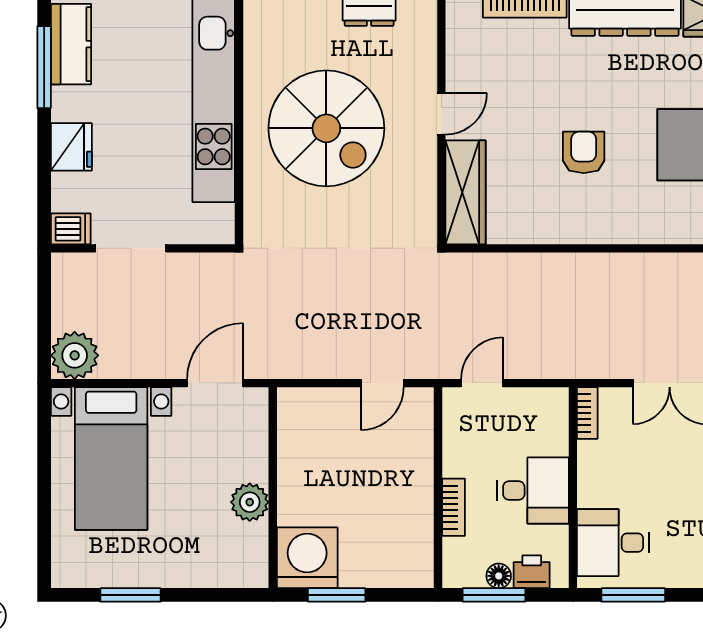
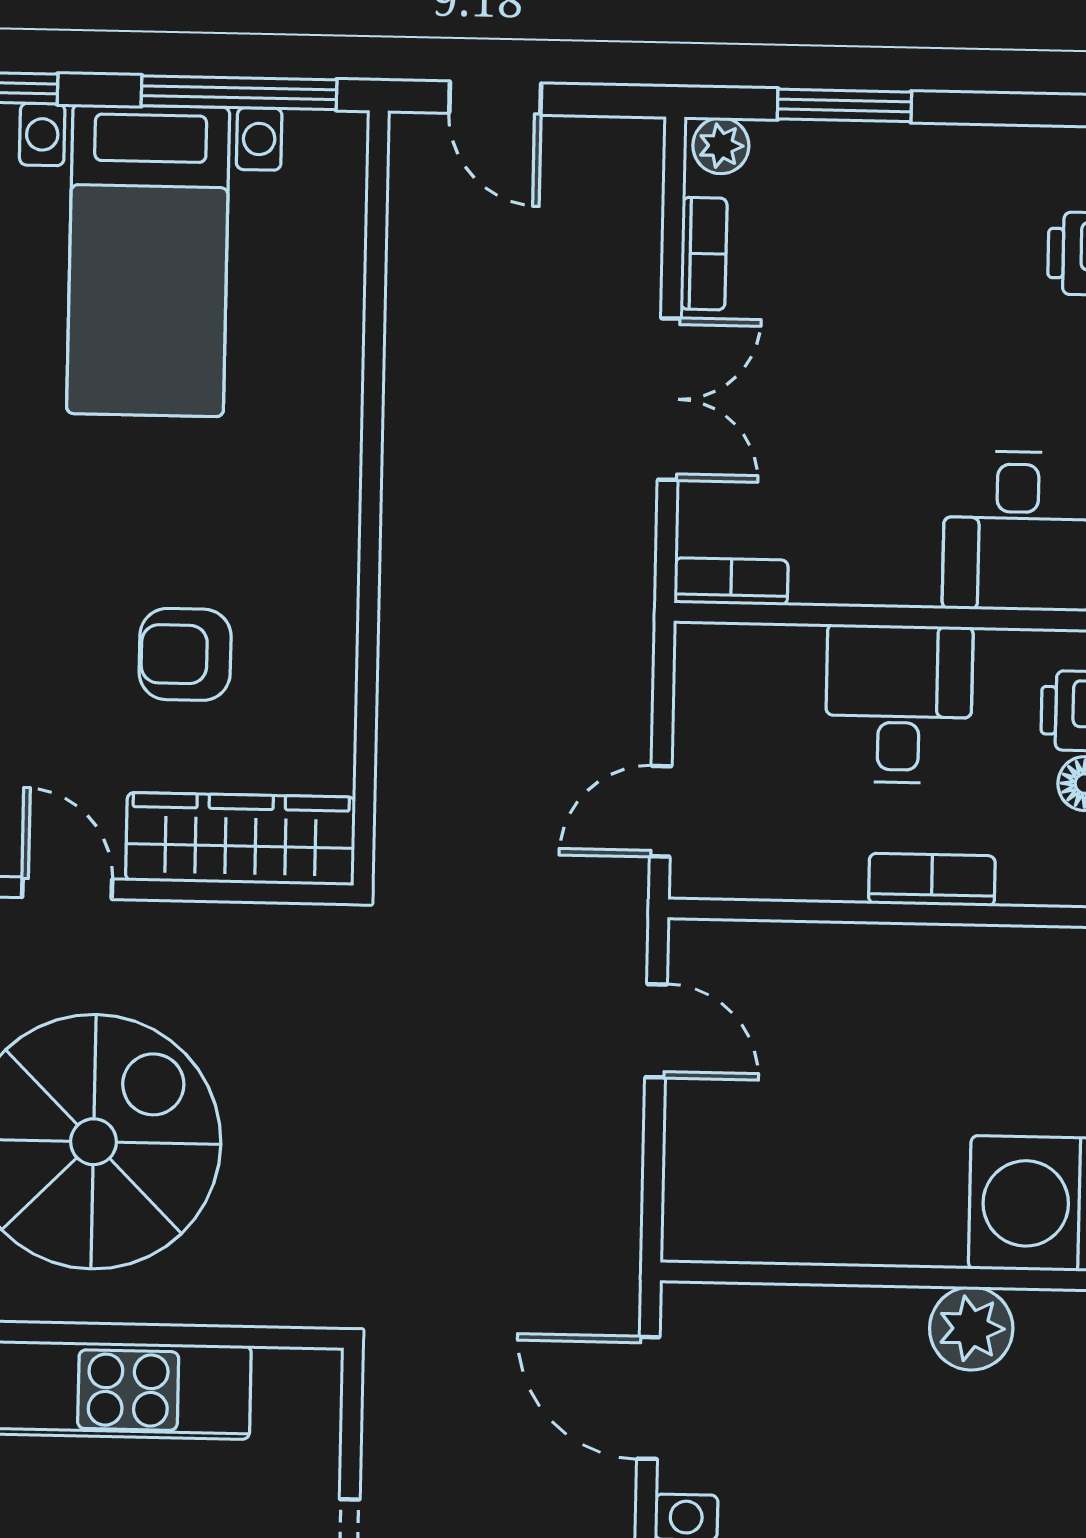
armchair: (584, 152) -> (185, 654), moved
door: (482, 383) -> (661, 811), hinge flipped
plant: (250, 502) -> (971, 1328), moved

